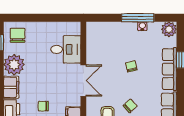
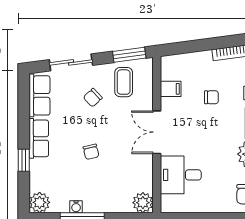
plant: (94, 29) -> (143, 203), added
row of seats: (170, 69) -> (39, 138), width x0.68

